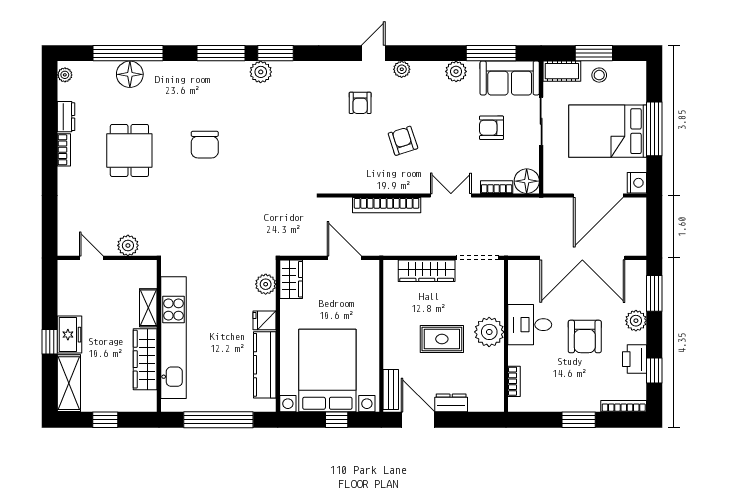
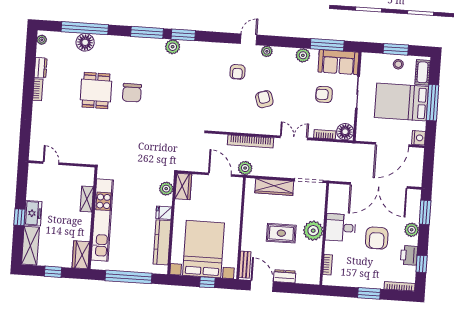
cot: (562, 71) -> (423, 72), moved, turned 90
dining table: (129, 150) -> (96, 90), moved
plant: (128, 245) -> (245, 168), moved
wardrobe: (145, 359) -> (81, 255), moved, width x0.67

